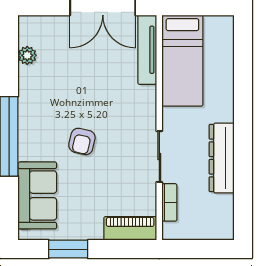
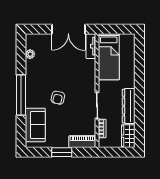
tv unit: (147, 50) -> (91, 46), width x0.71
wardrobe: (221, 217) -> (128, 136), added
window: (68, 249) -> (62, 152), moved

